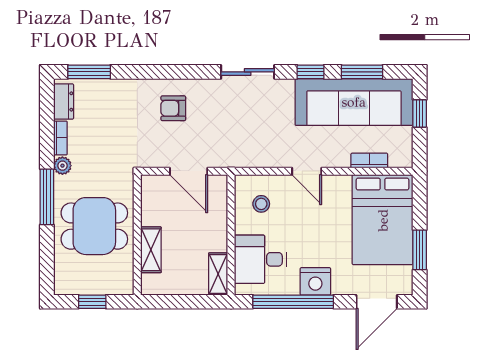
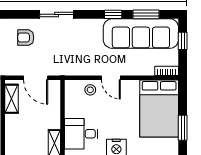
sliding door: (248, 72) -> (57, 14), moved
bookcase: (369, 161) -> (167, 71), moved
stool: (261, 204) -> (90, 90), moved
shelving: (151, 250) -> (12, 99), moved

